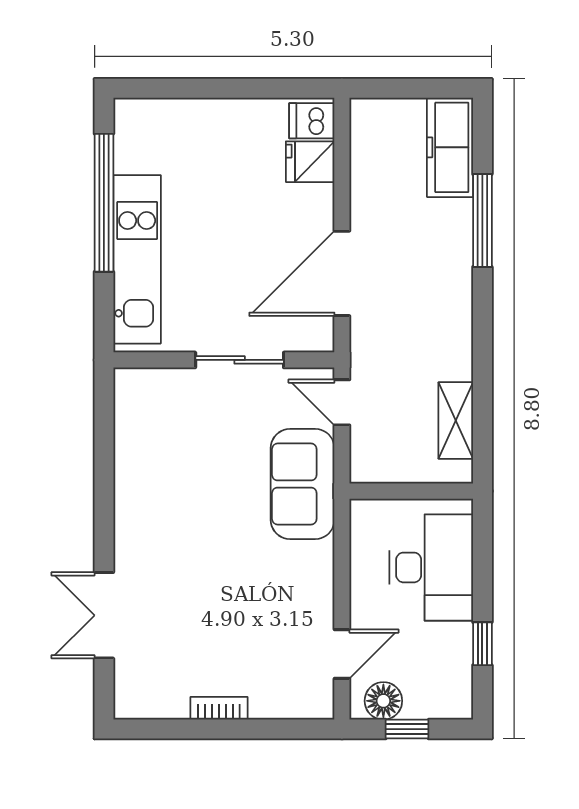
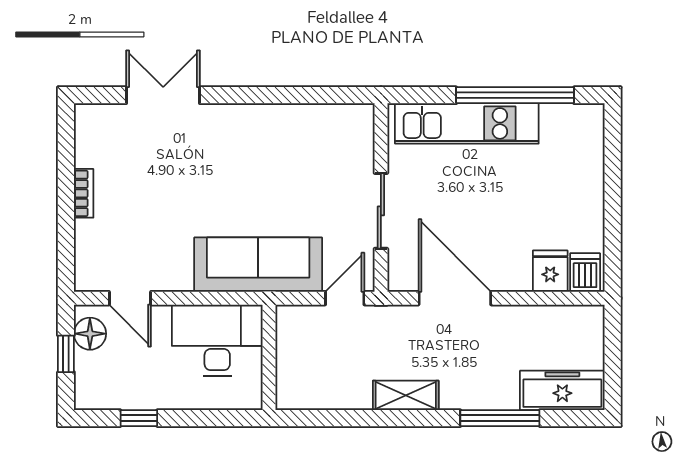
shelving: (456, 420) -> (406, 395), moved
sofa: (303, 484) -> (258, 265), width x1.36
desk: (431, 567) -> (217, 340), moved, turned 180

